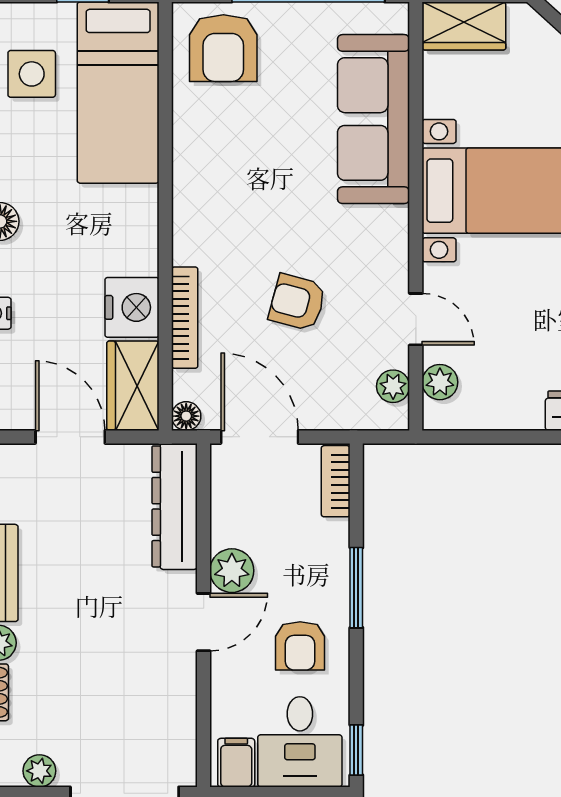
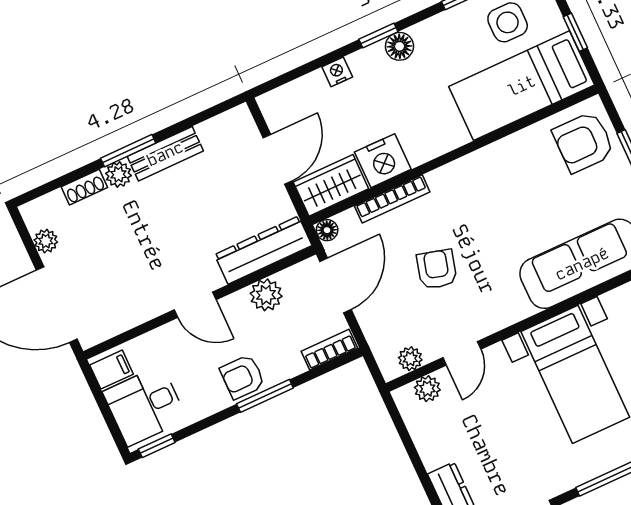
plant: (232, 571) -> (266, 295), moved
armchair: (300, 646) -> (242, 377), moved

